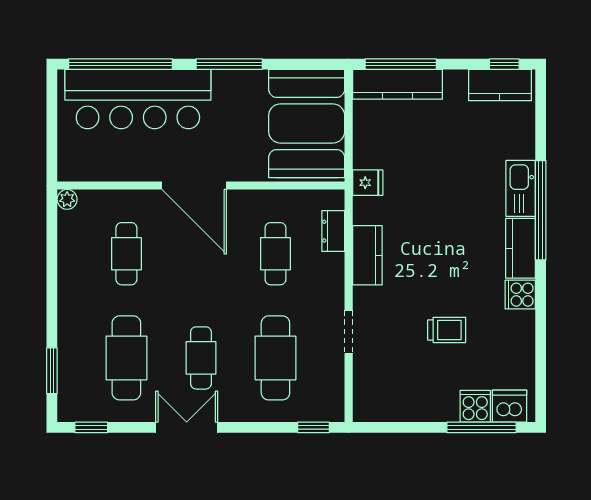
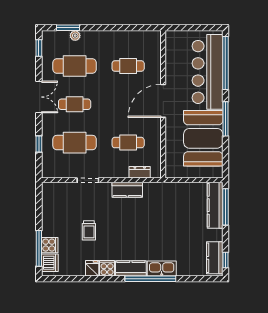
booth: (307, 123) -> (203, 138), moved, turned 90
fridge: (368, 183) -> (92, 268), moved, turned 180
plant: (67, 199) -> (75, 36), moved
window: (313, 427) -> (39, 144), moved

